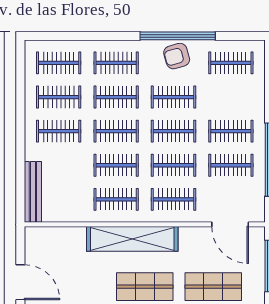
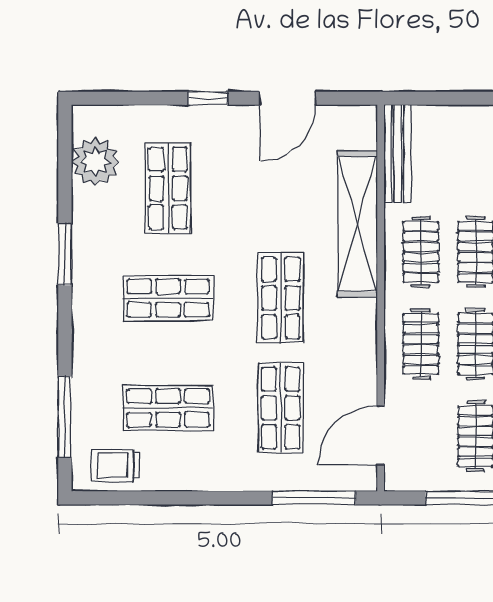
bench: (33, 192) -> (398, 154), moved, turned 90
shelving: (132, 239) -> (357, 224), moved

